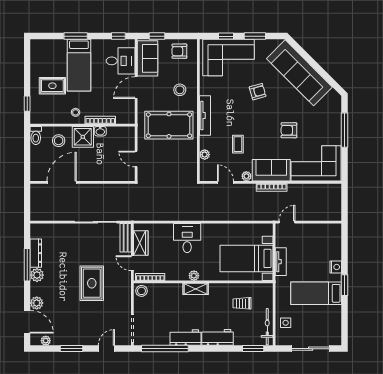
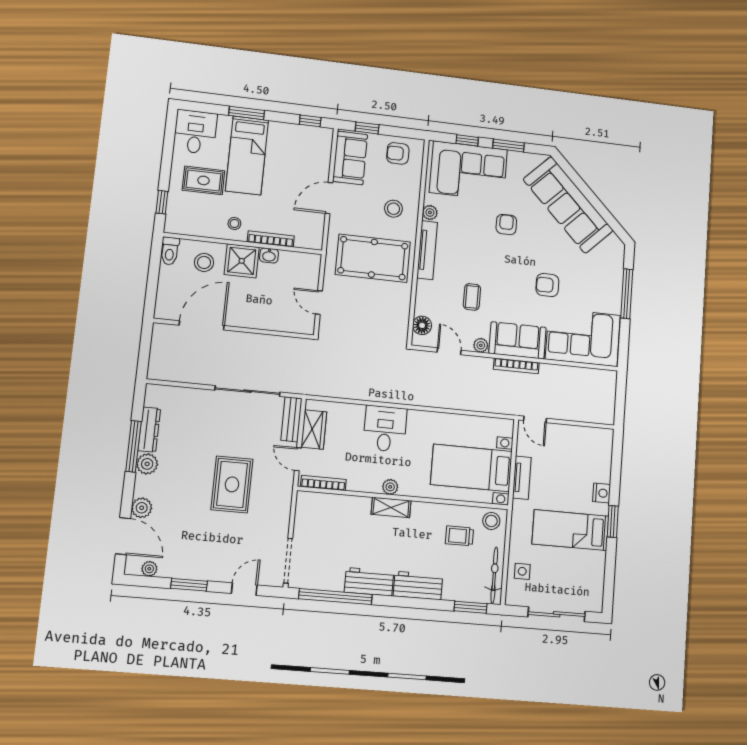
desk: (121, 61) -> (195, 132), moved, turned -90
armchair: (258, 92) -> (506, 224), turned -74
plant: (205, 155) -> (430, 213), moved
floor lamp: (206, 167) -> (422, 325), added
door: (287, 222) -> (535, 419), swing flipped
stool: (142, 291) -> (491, 521), moved

